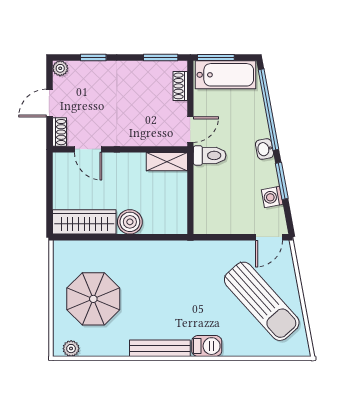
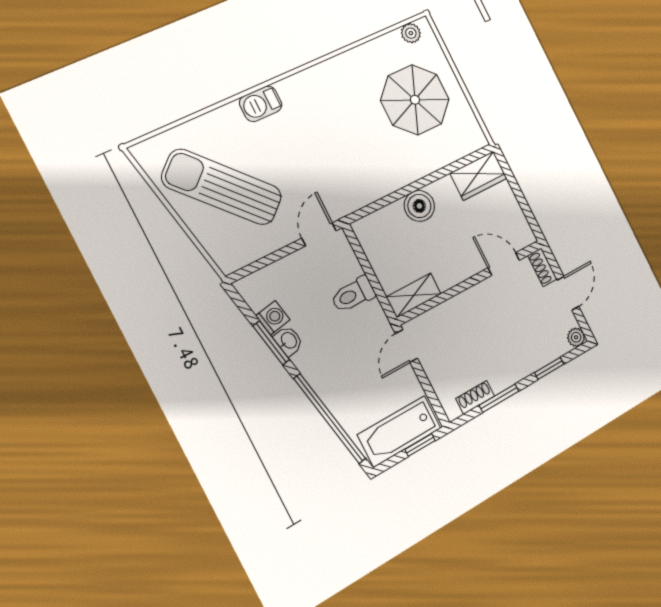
window: (161, 58) -> (499, 398), moved
window: (216, 58) -> (420, 445), width x0.67
shoe rack: (180, 86) -> (475, 397), moved, turned -90
washbasin: (264, 149) -> (288, 341), moved
toilet: (210, 155) -> (353, 295), moved
wardrobe: (84, 222) -> (479, 176), width x0.67
door: (269, 237) -> (319, 234), moved
bench: (160, 348) -> (313, 77), removed

